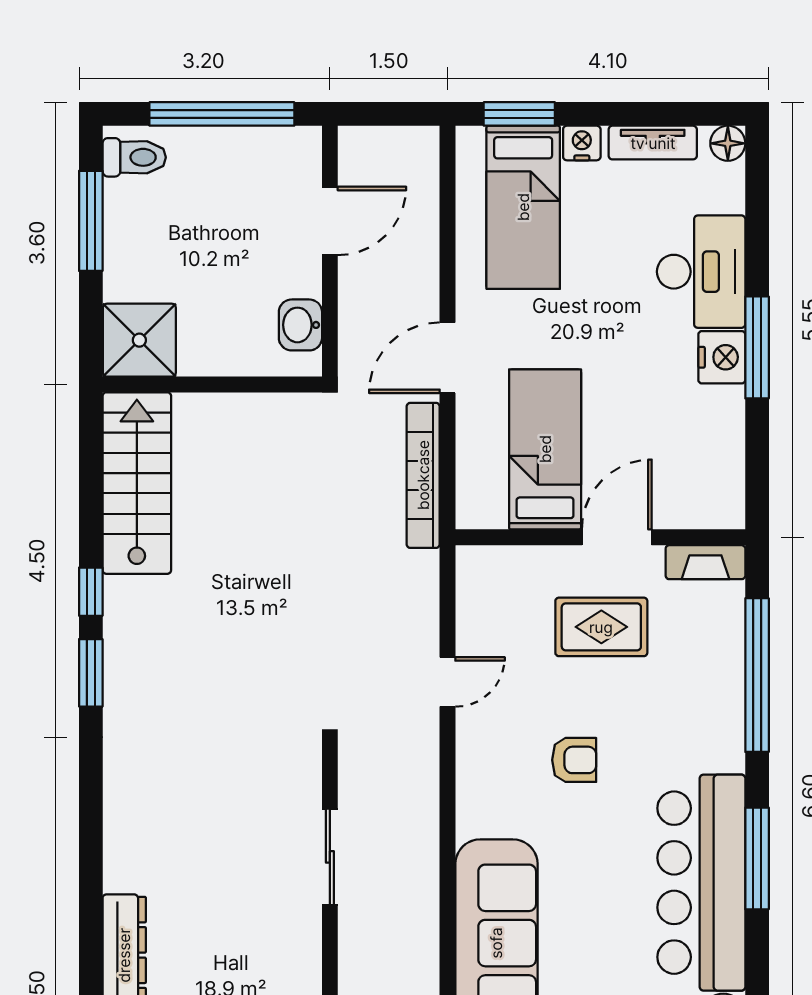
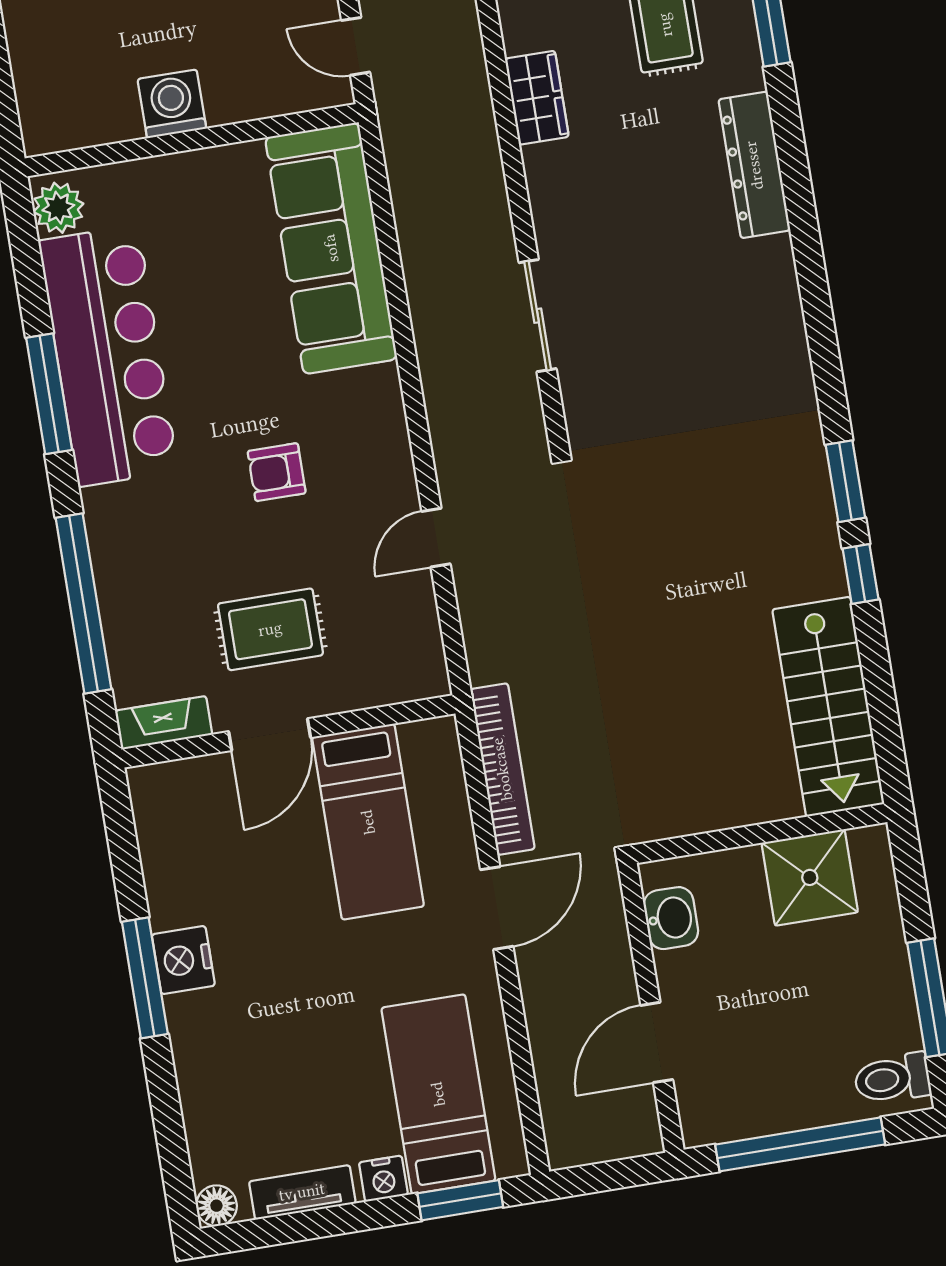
desk: (701, 272) -> (223, 1054), removed
shower: (139, 340) -> (810, 877), moved

